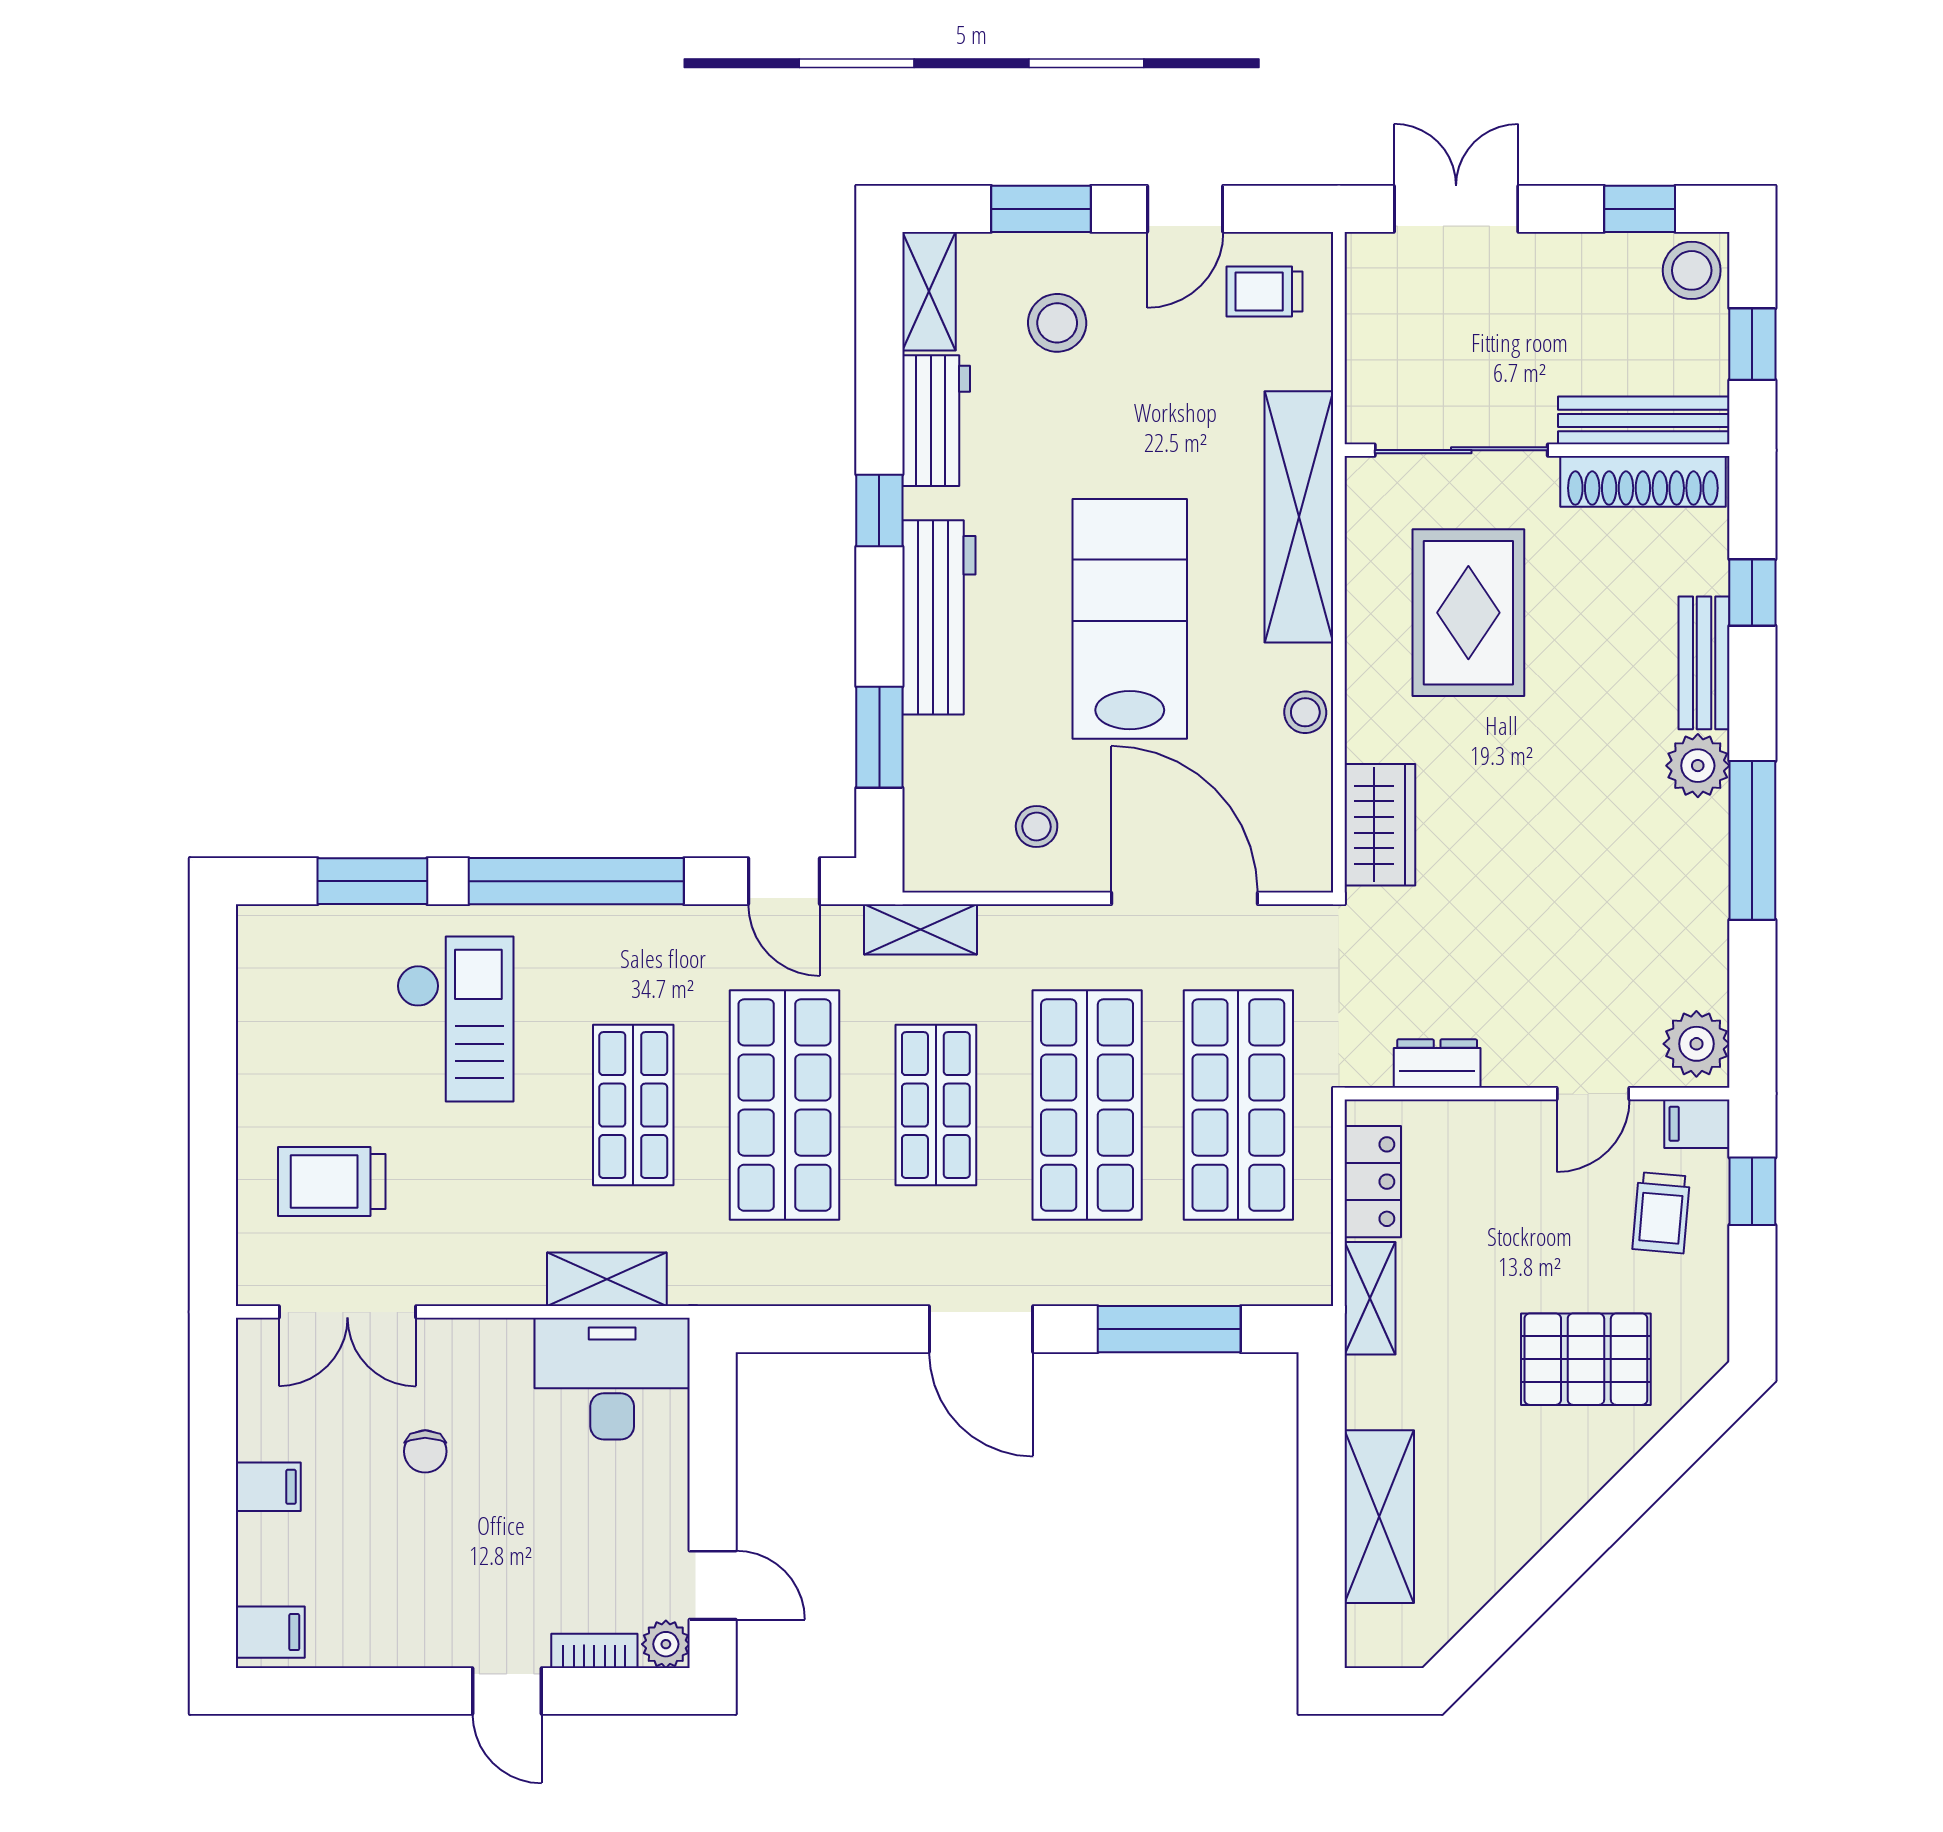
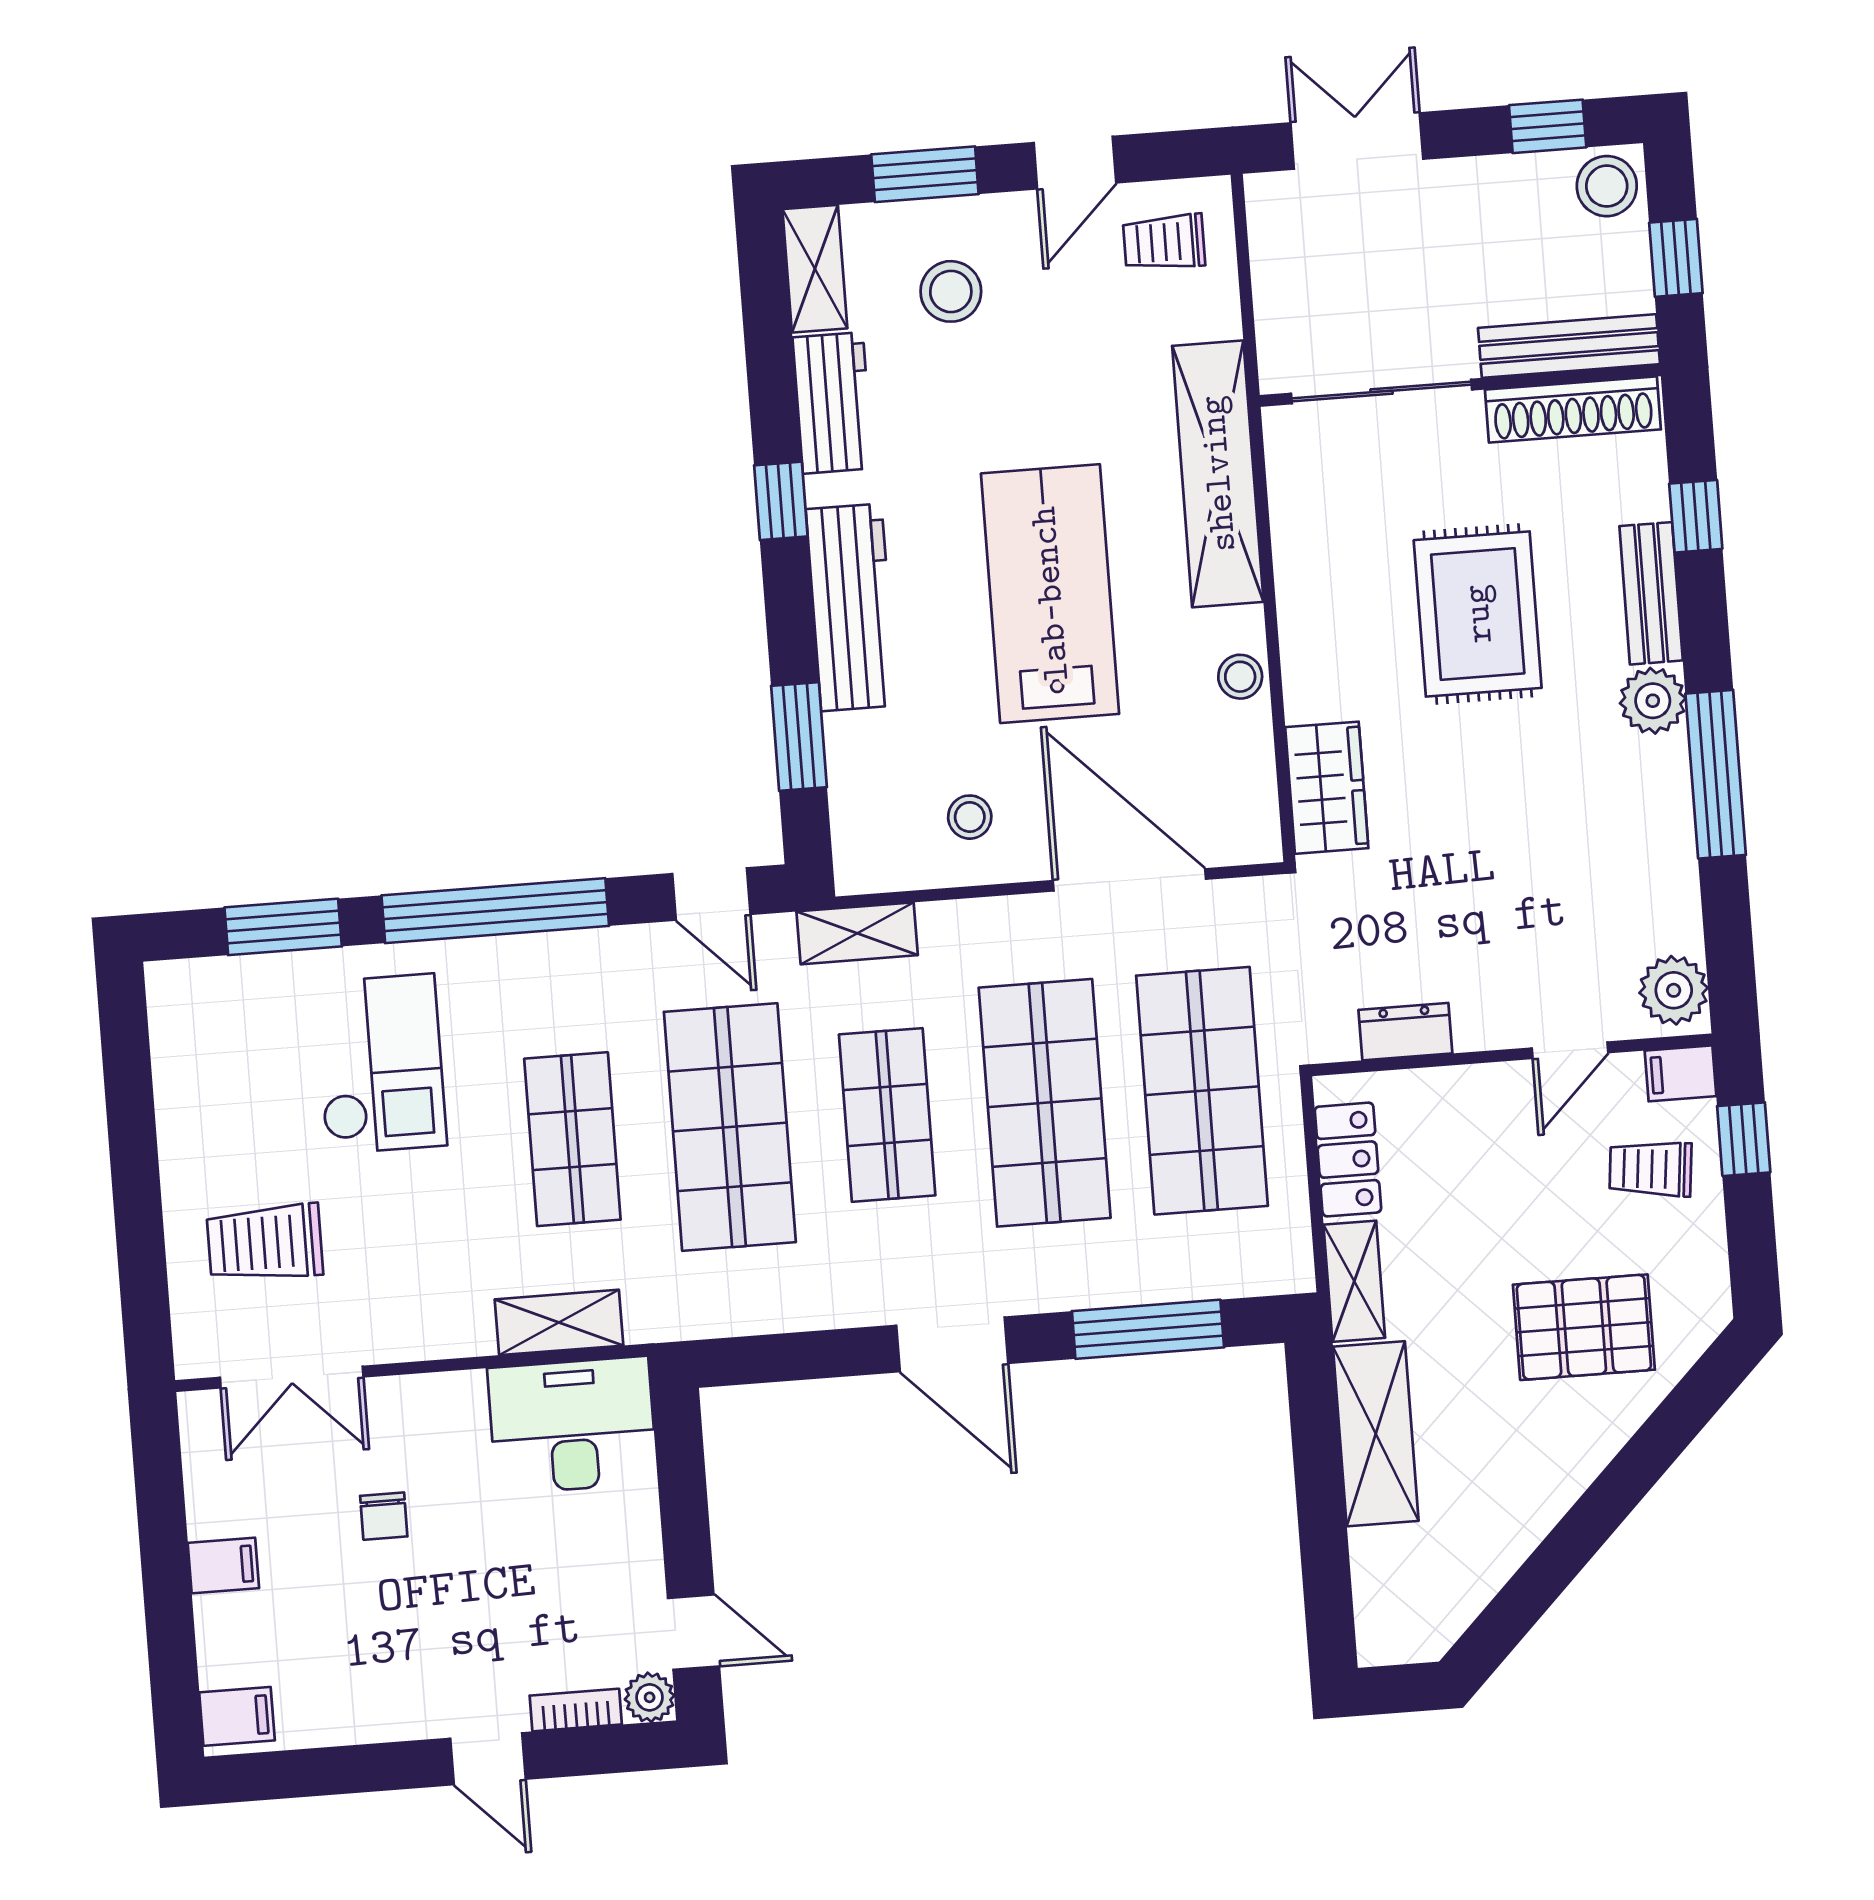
rug: (1468, 613) -> (1478, 614), moved
trolley: (1661, 1213) -> (1651, 1169), turned 91
shelving: (1379, 1517) -> (1376, 1434), moved

